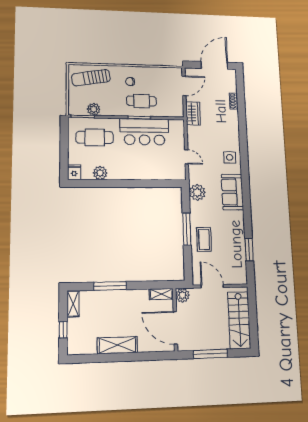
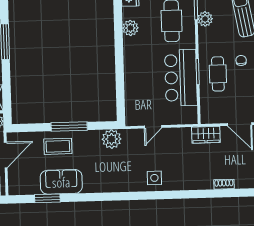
sofa: (232, 192) -> (61, 182), moved

